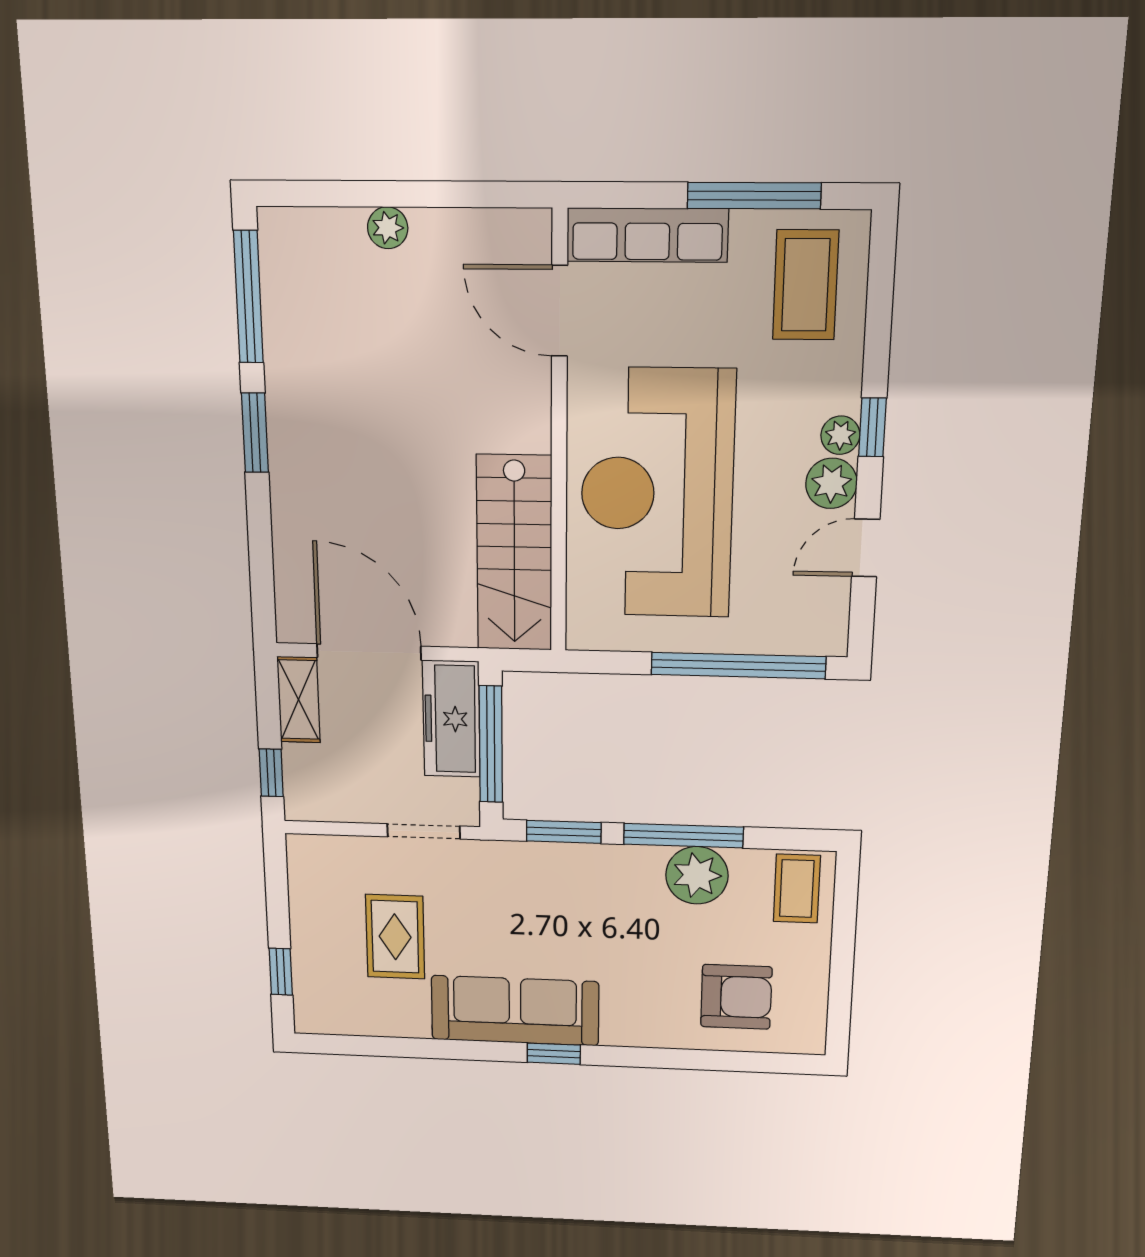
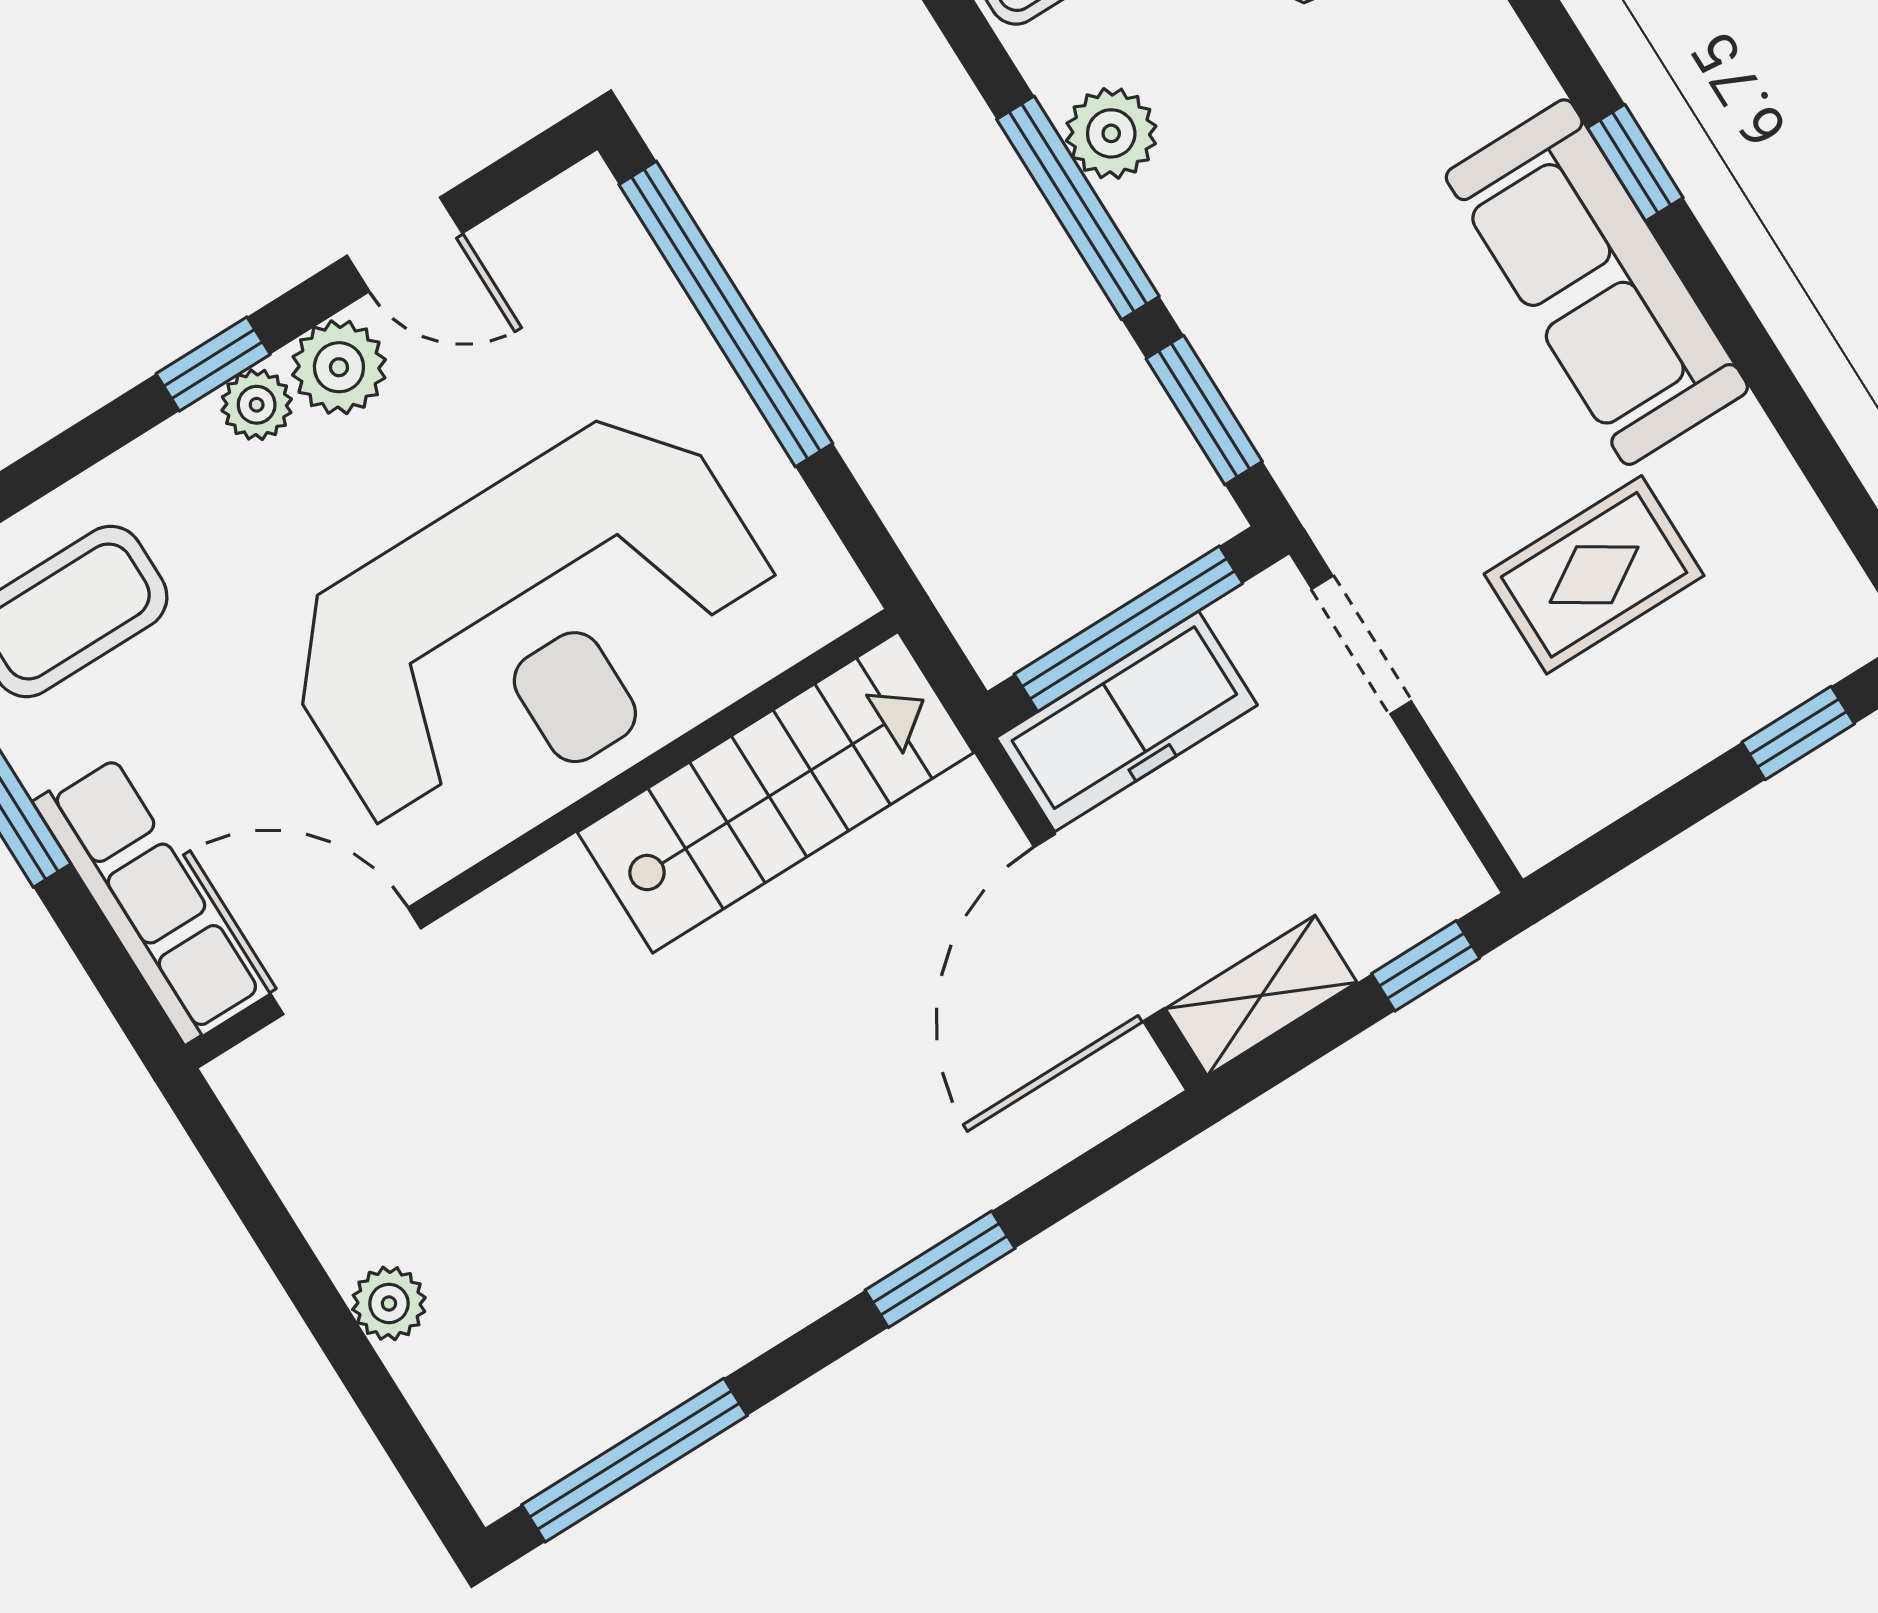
door: (560, 311) -> (346, 961), swing flipped
window: (255, 433) -> (940, 1269), moved
plant: (697, 875) -> (1111, 133), width x0.73, depth x0.73

